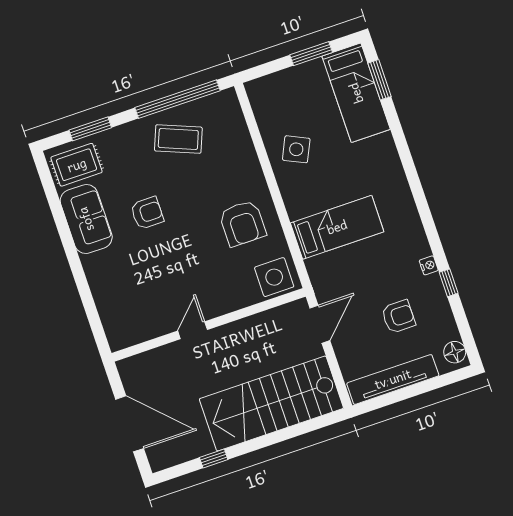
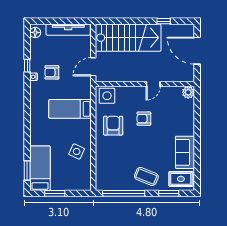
coffee table: (178, 139) -> (146, 176), moved
armchair: (147, 213) -> (144, 119), moved
armchair: (398, 317) -> (52, 72), moved
plant: (119, 337) -> (188, 92), added

